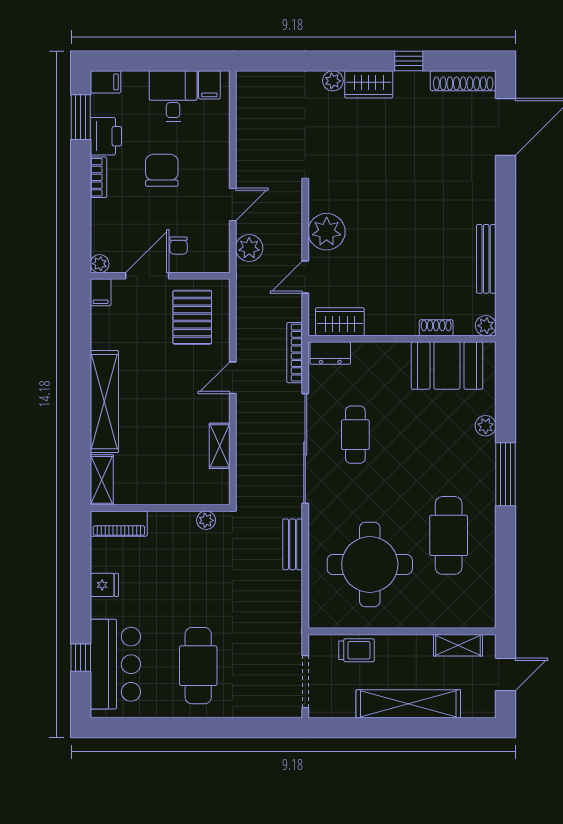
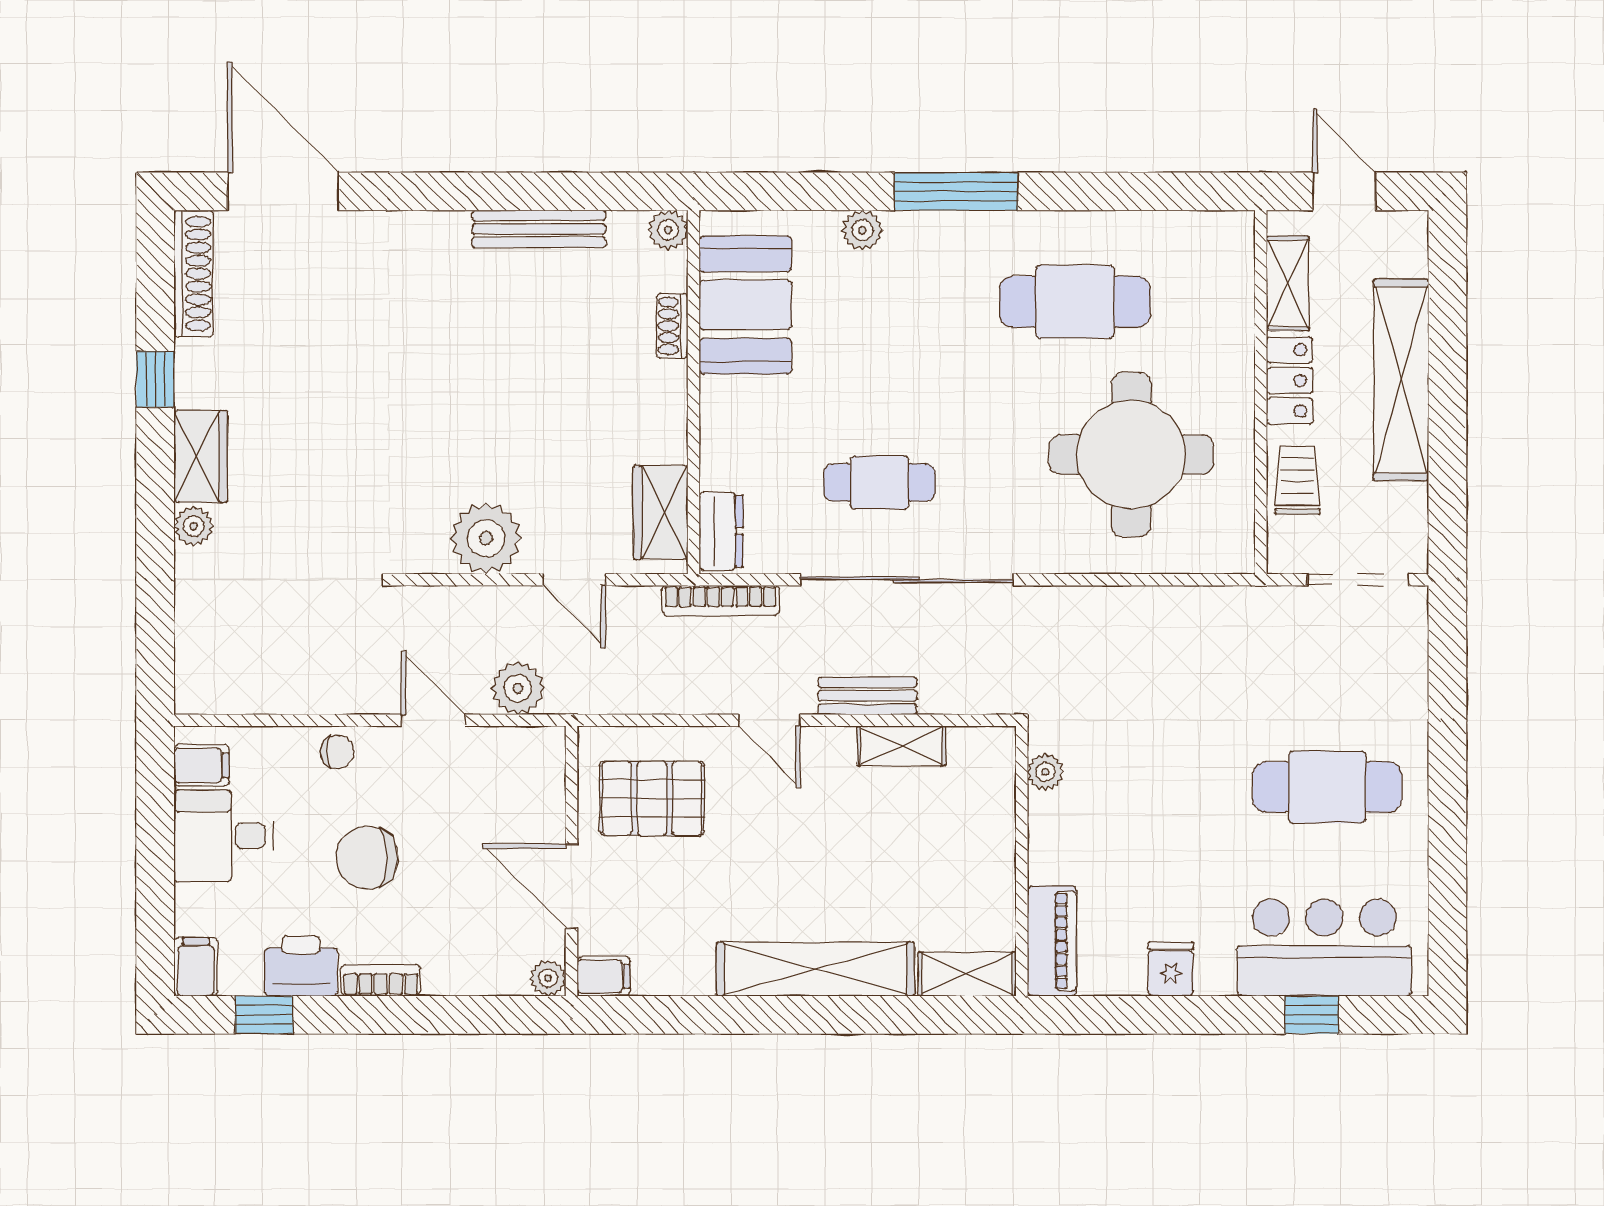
window: (81, 117) -> (264, 1015), width x0.67
chair: (178, 246) -> (337, 752), moved
bench: (293, 544) -> (867, 696), moved
locker: (408, 646) -> (1290, 381), added

